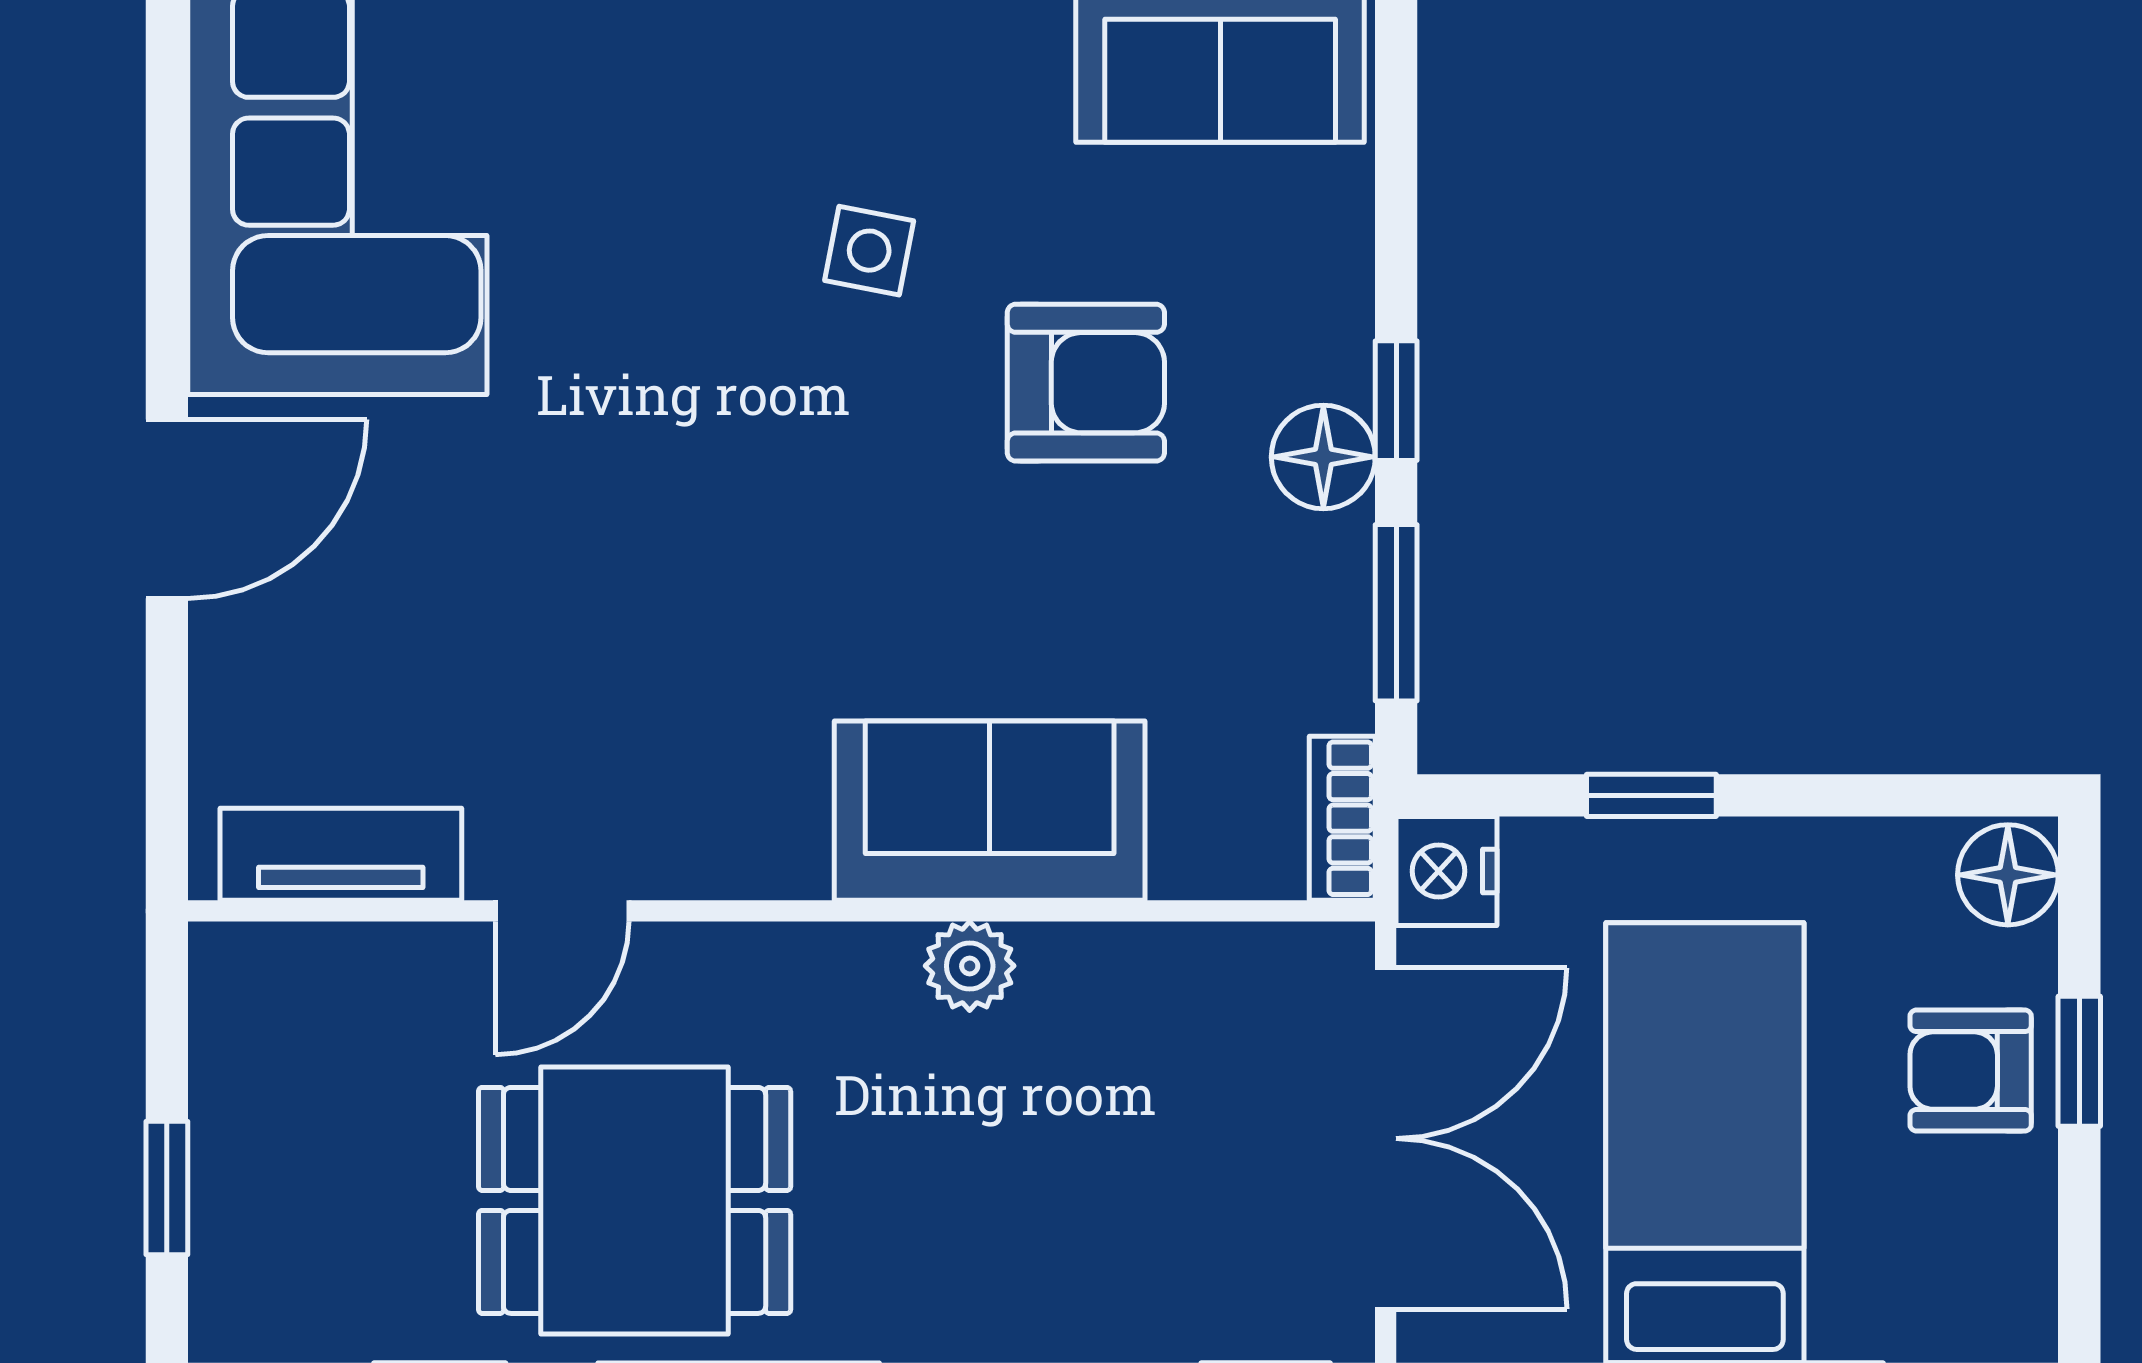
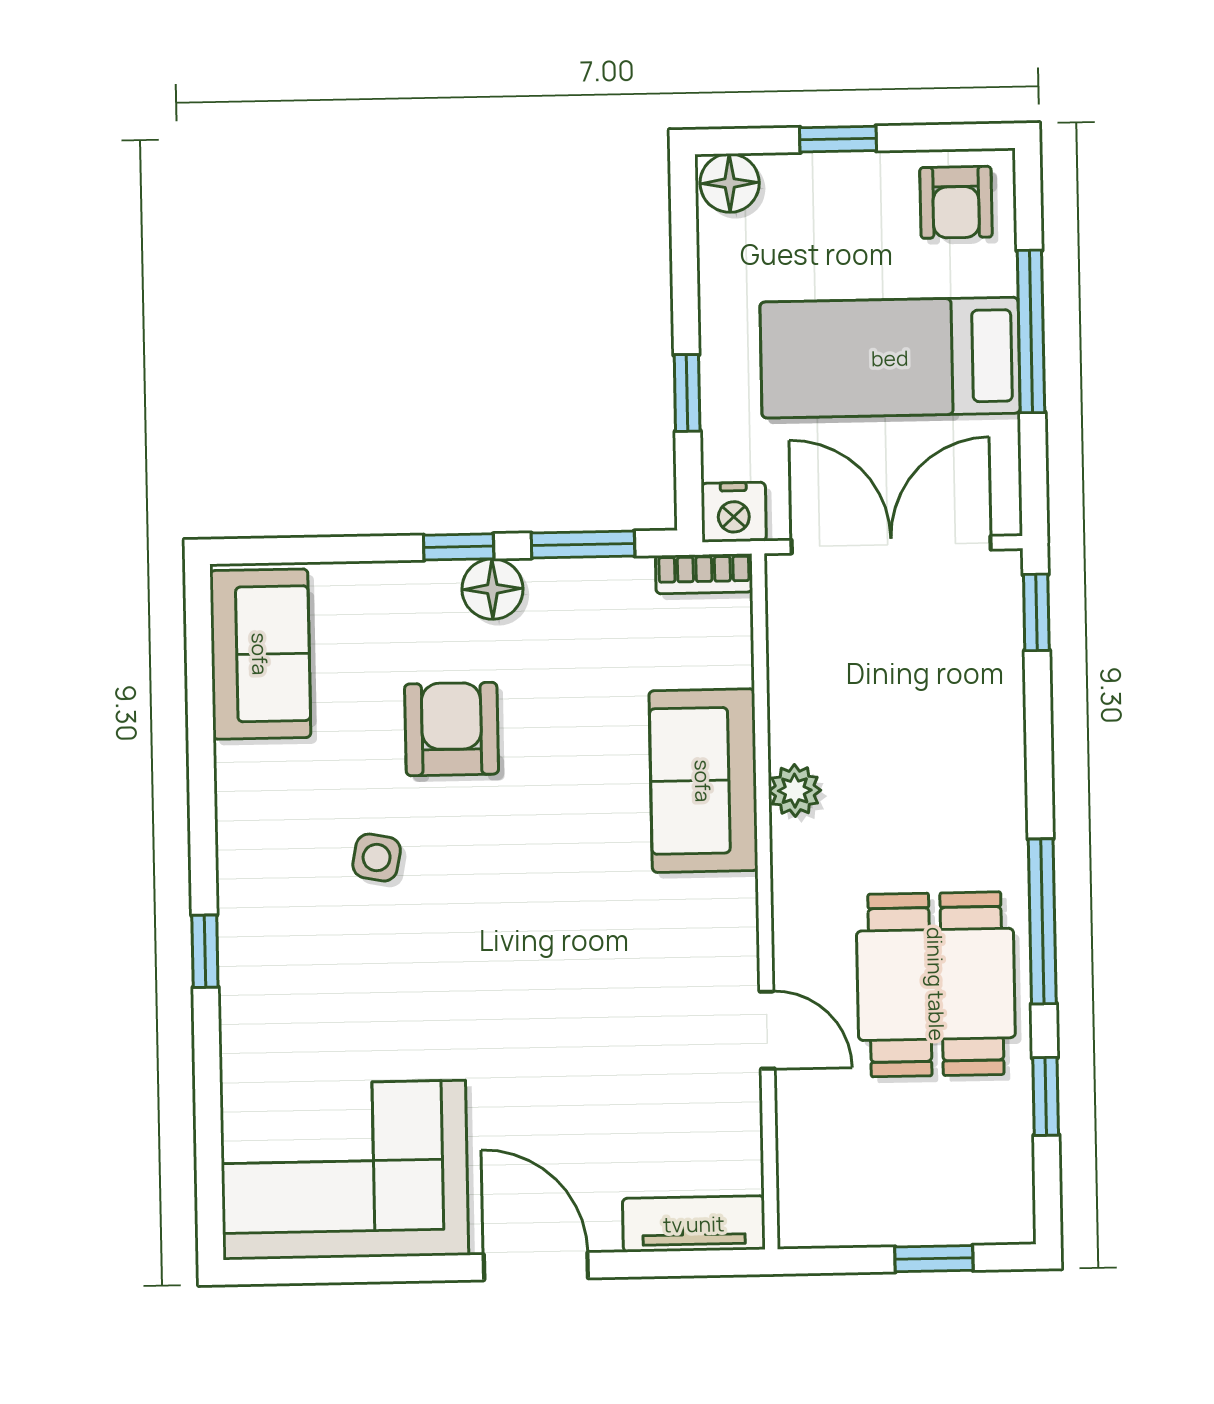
tv unit: (341, 854) -> (694, 1224), moved, turned 90
armchair: (1971, 1071) -> (956, 202), moved

